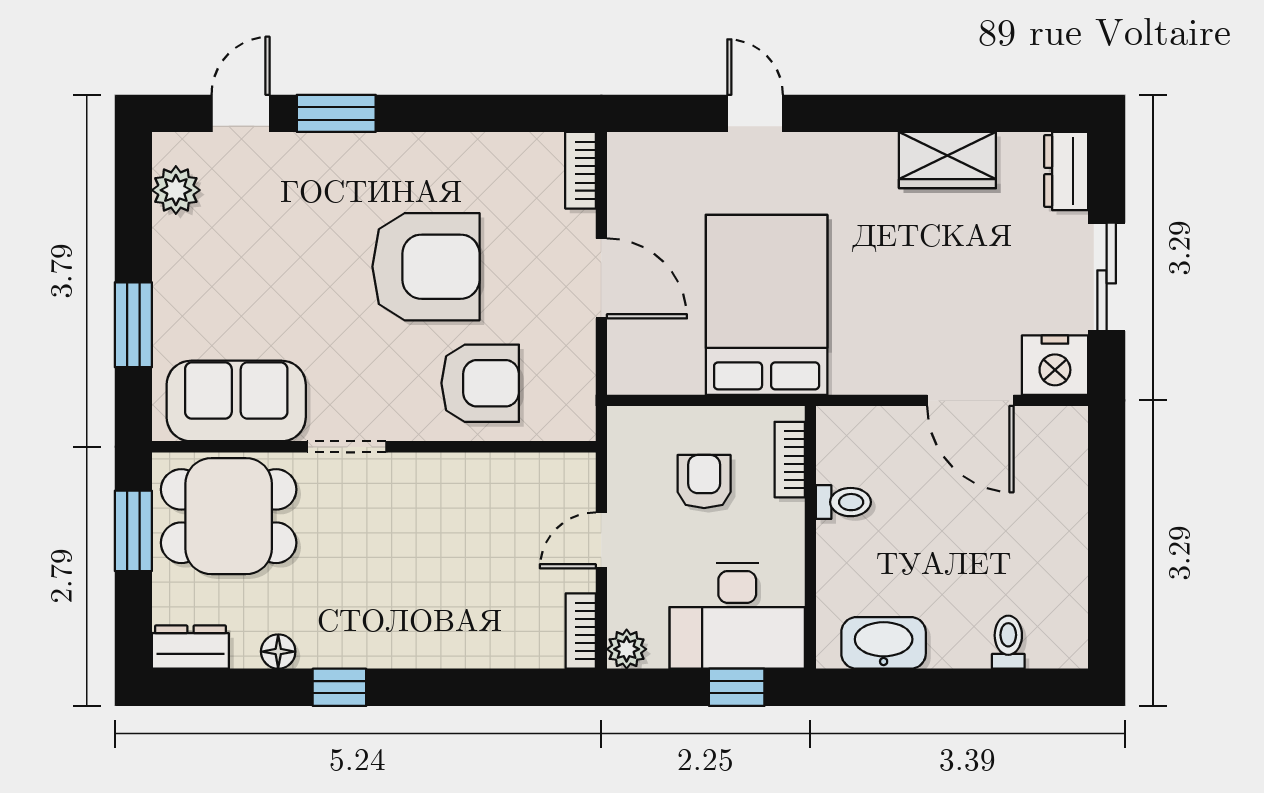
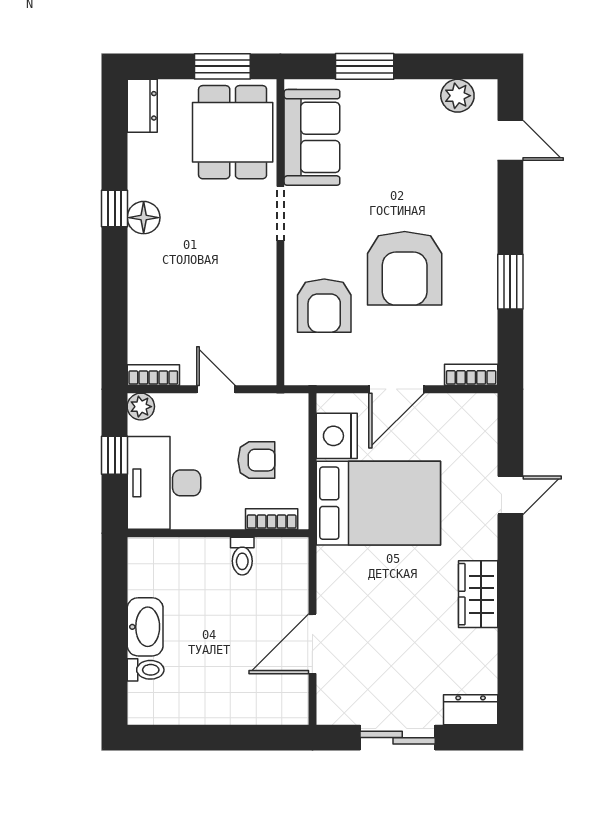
window: (336, 113) -> (510, 282), moved
wardrobe: (947, 160) -> (478, 594), moved
nightstand: (1055, 365) -> (337, 436), moved
washbasin: (884, 643) -> (145, 627), moved
floor lamp: (278, 652) -> (144, 218), moved, width x1.37, depth x1.37
window: (737, 687) -> (115, 455), moved

